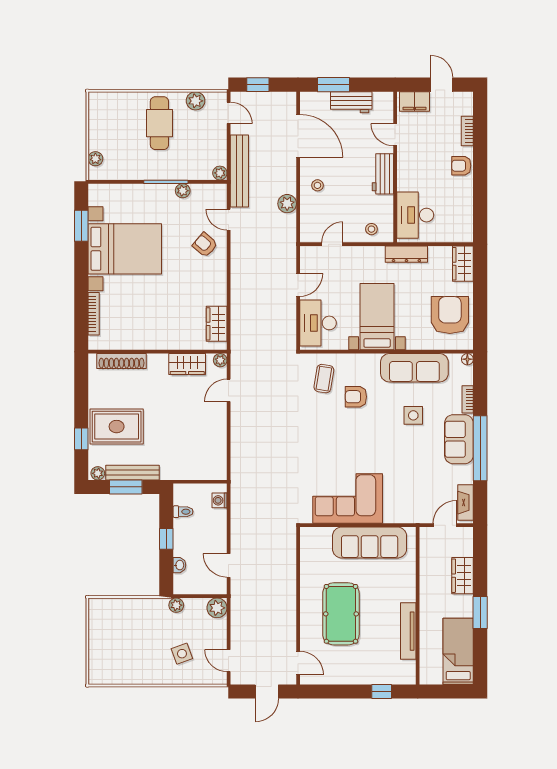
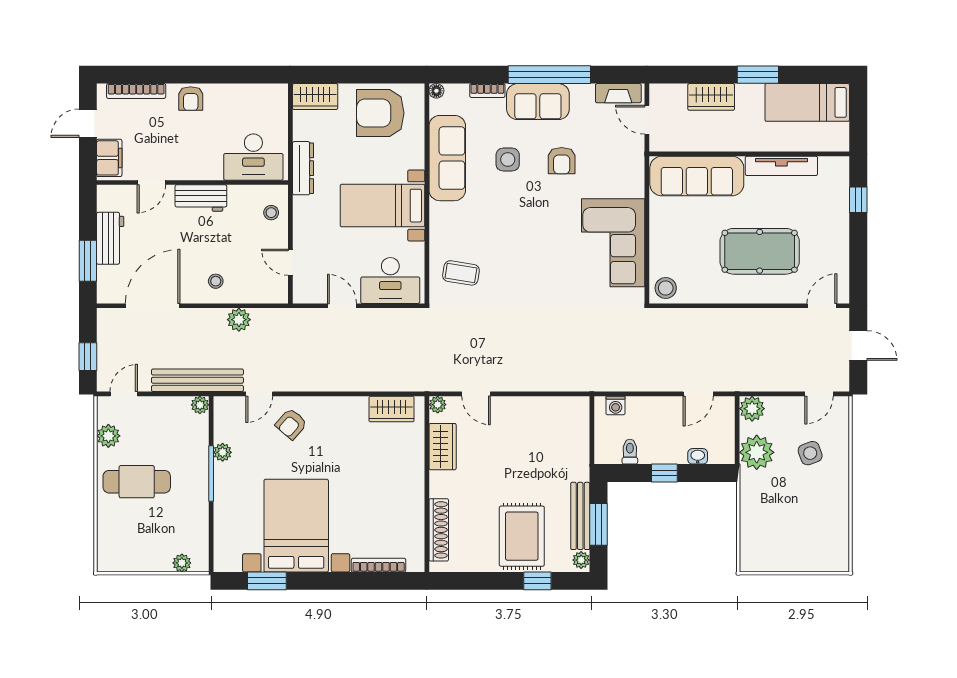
bookcase: (467, 131) -> (136, 91), width x1.56
armchair: (356, 397) -> (562, 161), moved
stool: (312, 540) -> (666, 288), added
sofa: (370, 543) -> (697, 176), moved, turned 90
plant: (176, 605) -> (757, 452), width x1.88, depth x1.88

